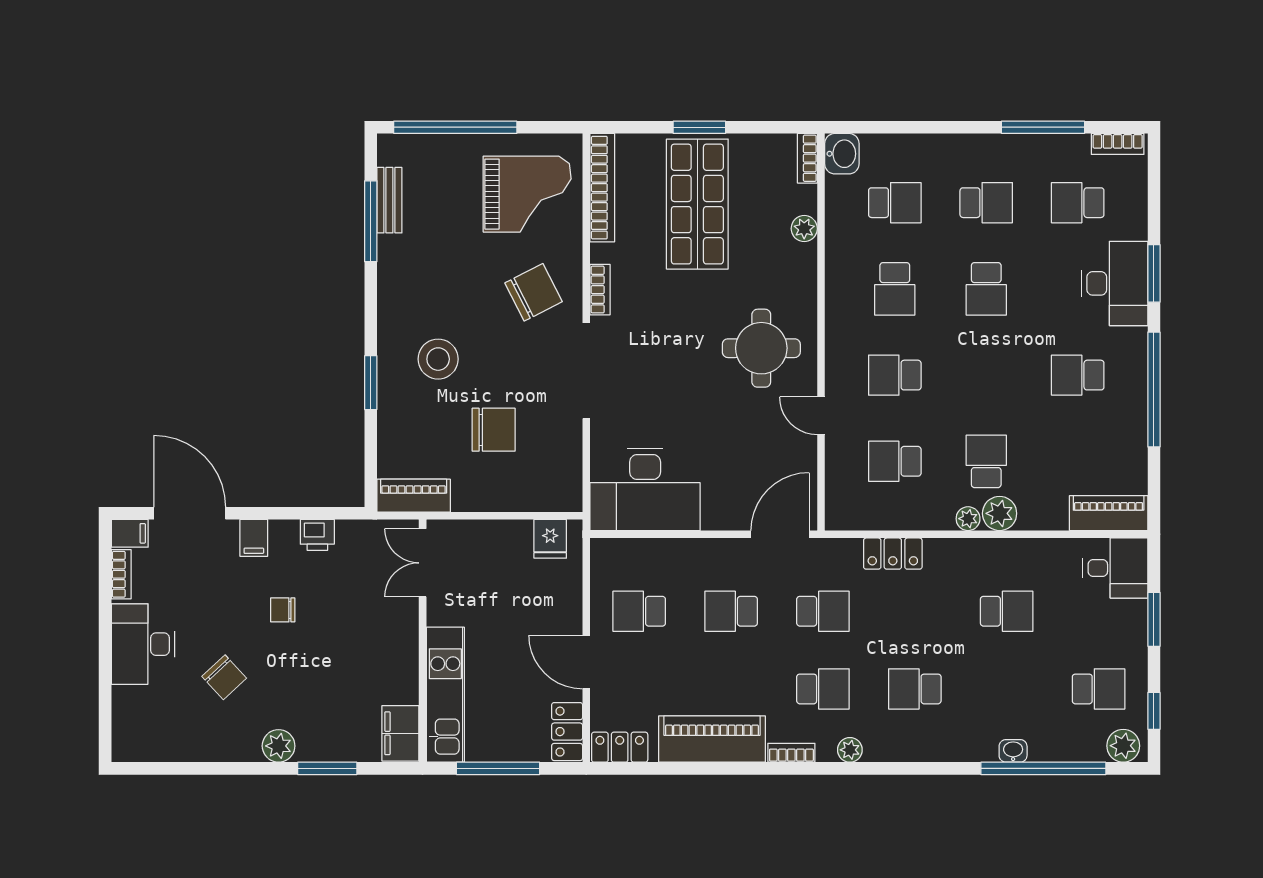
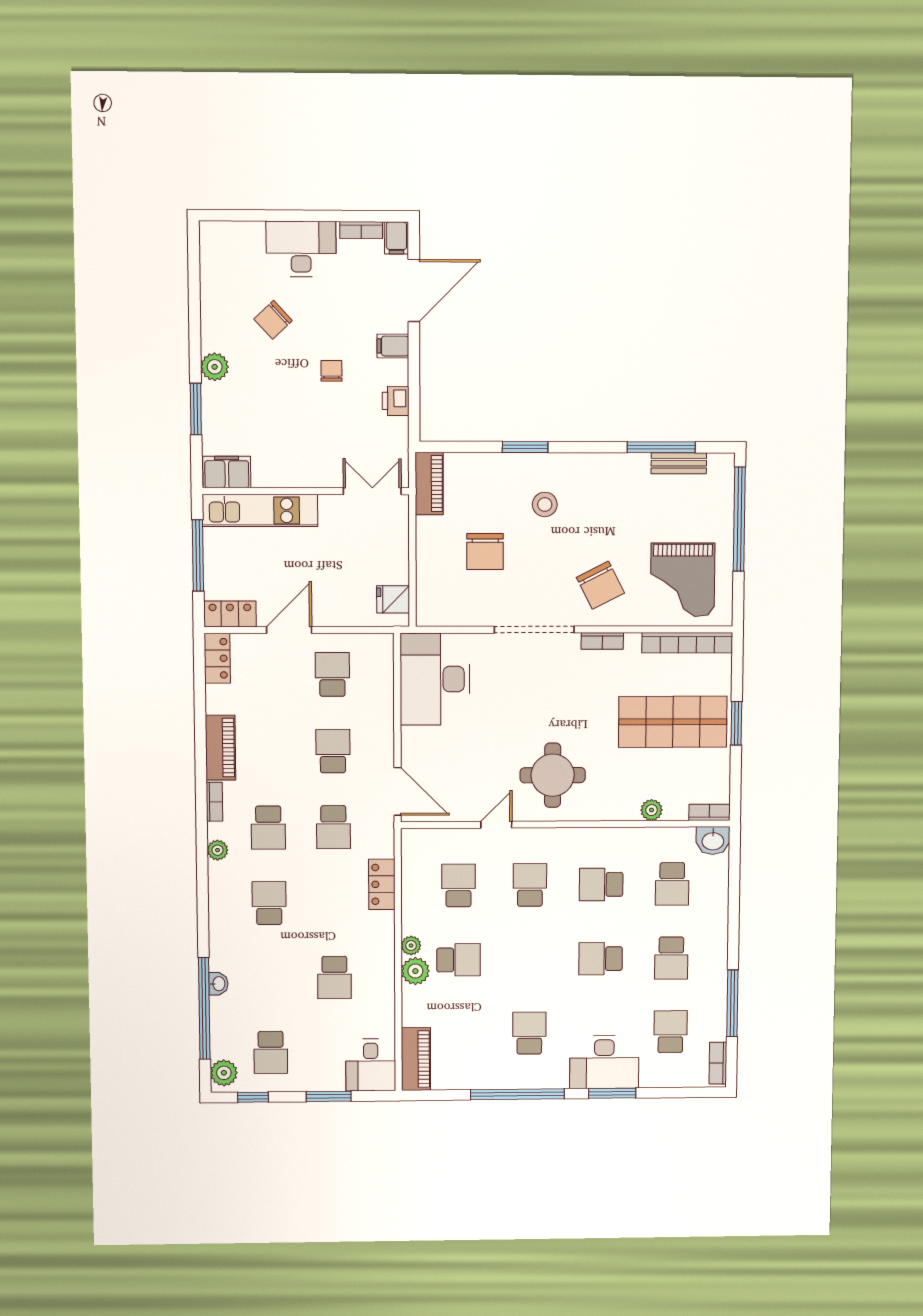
stool: (438, 359) -> (545, 504), width x0.73, depth x0.73
piano: (712, 739) -> (220, 748), width x0.73, depth x0.75

